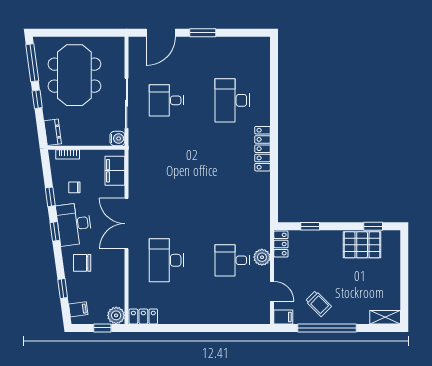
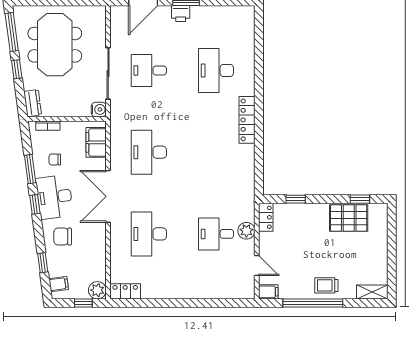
printer: (198, 45) -> (181, 14), added
desk: (166, 180) -> (149, 152), added
window: (50, 197) -> (30, 169), width x1.50
trolley: (318, 304) -> (326, 285), moved, turned 135

